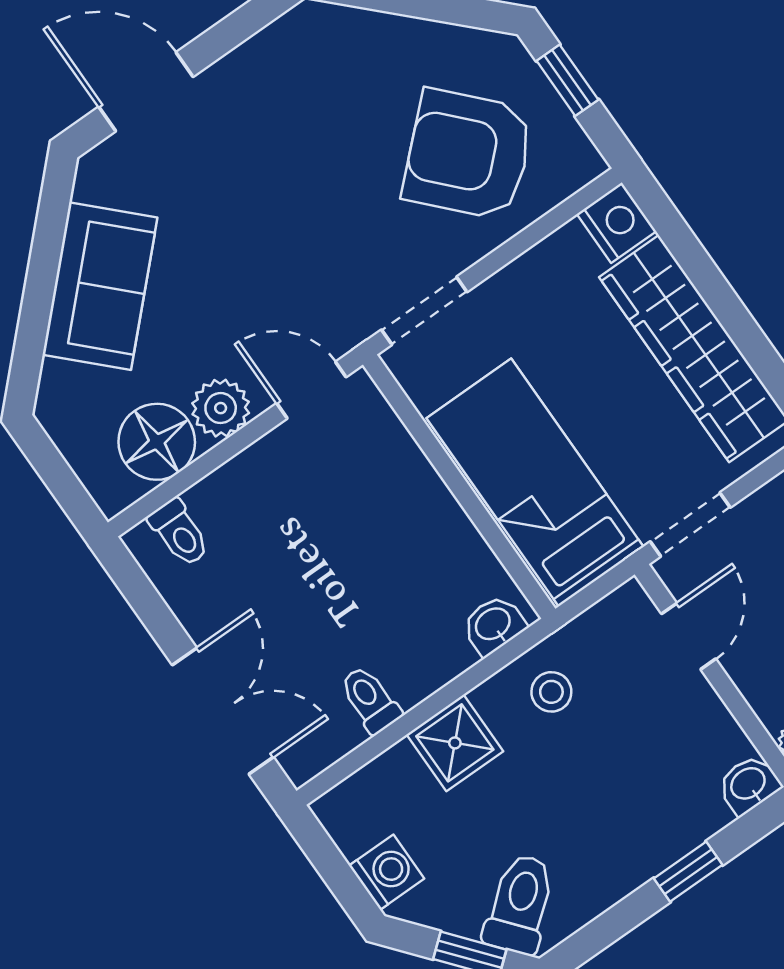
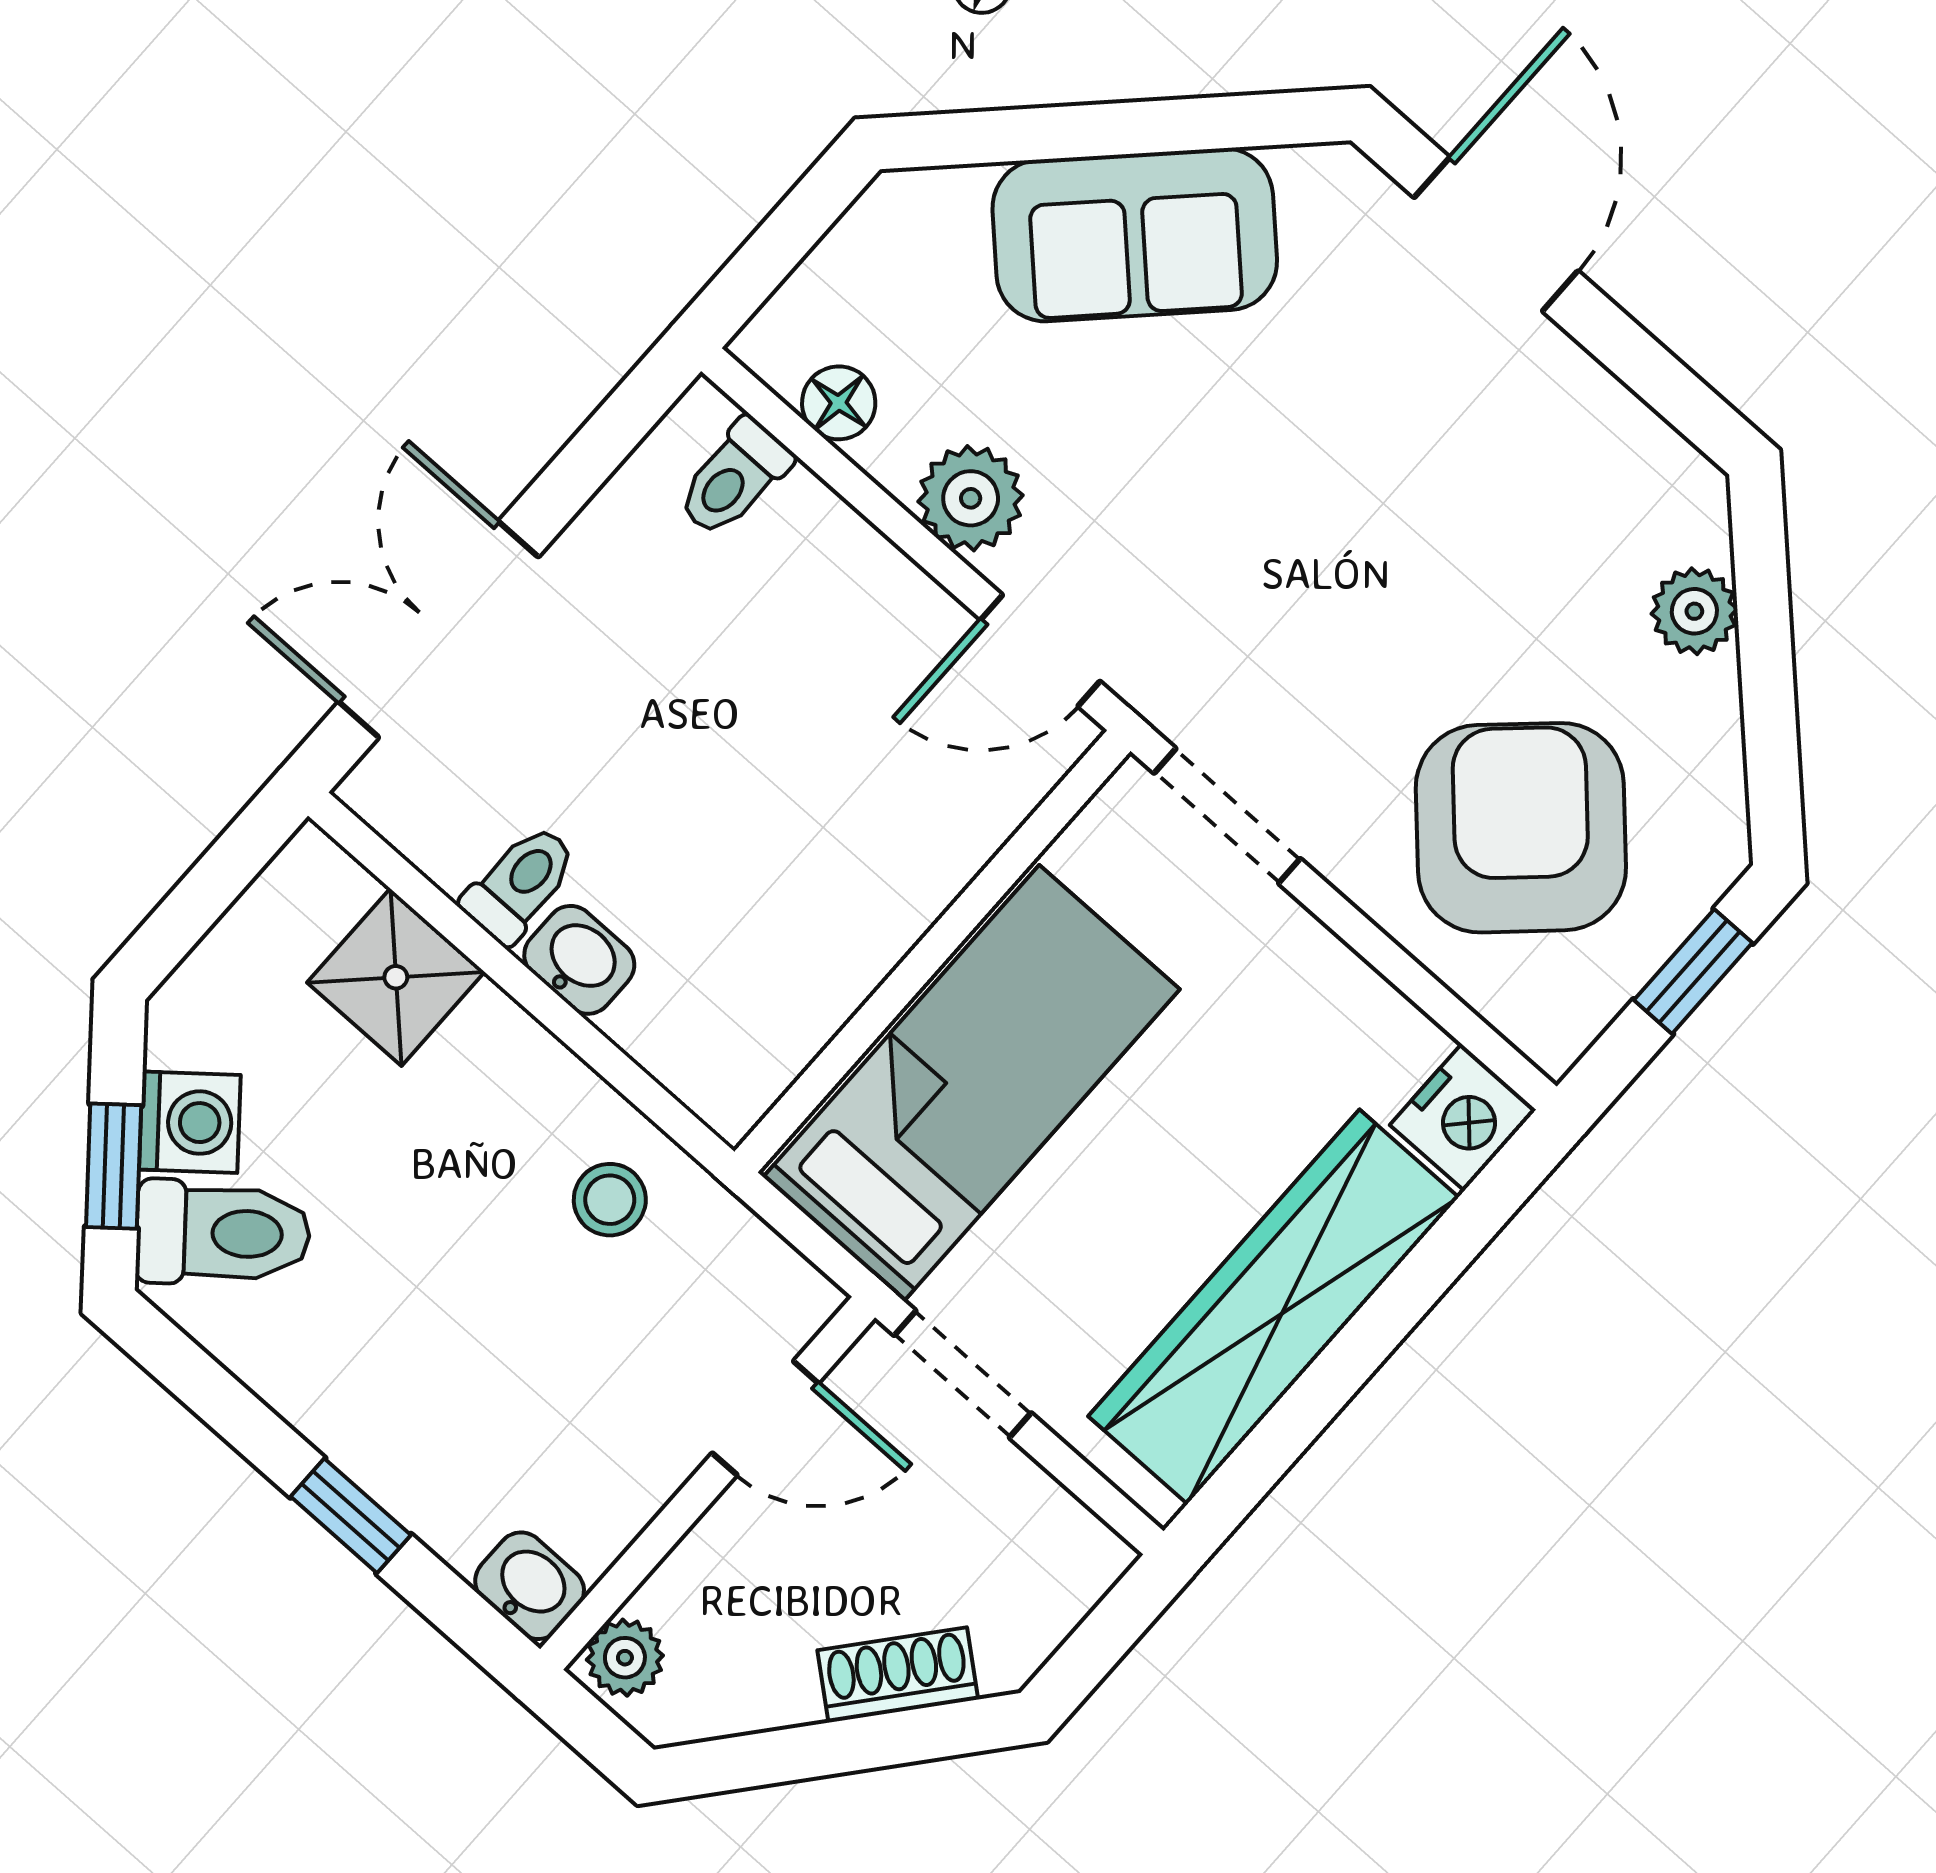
plant: (374, 33) -> (1694, 611), added
door: (311, 390) -> (1040, 651), swing flipped
floor lamp: (157, 442) -> (839, 403), width x0.53, depth x0.53
washbasin: (494, 625) -> (579, 960), moved
double door: (223, 711) -> (438, 629), swing flipped
shower: (455, 743) -> (396, 977), moved
washing machine: (387, 872) -> (190, 1122), moved, turned -39

